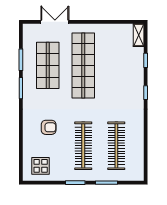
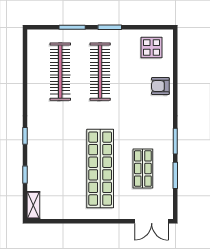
double door: (55, 22) -> (152, 221), moved
shop shelf: (48, 65) -> (143, 169), width x0.70, depth x0.74
armchair: (49, 127) -> (160, 86), moved

